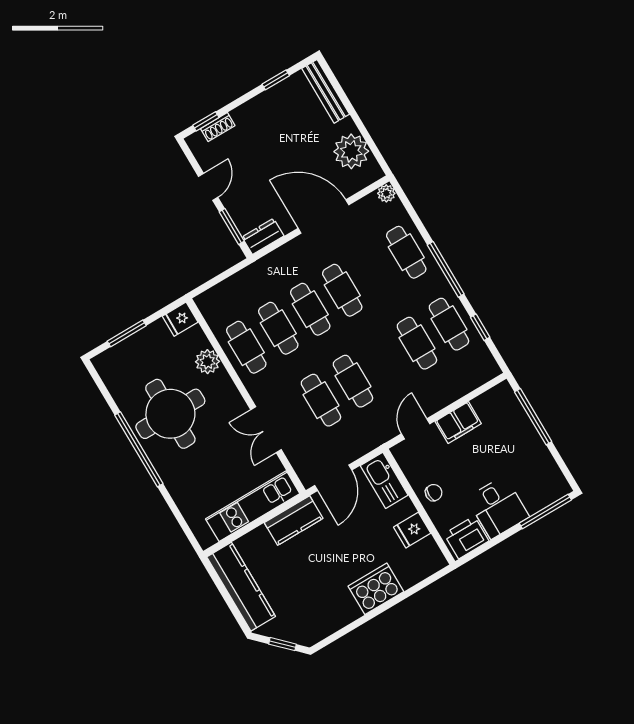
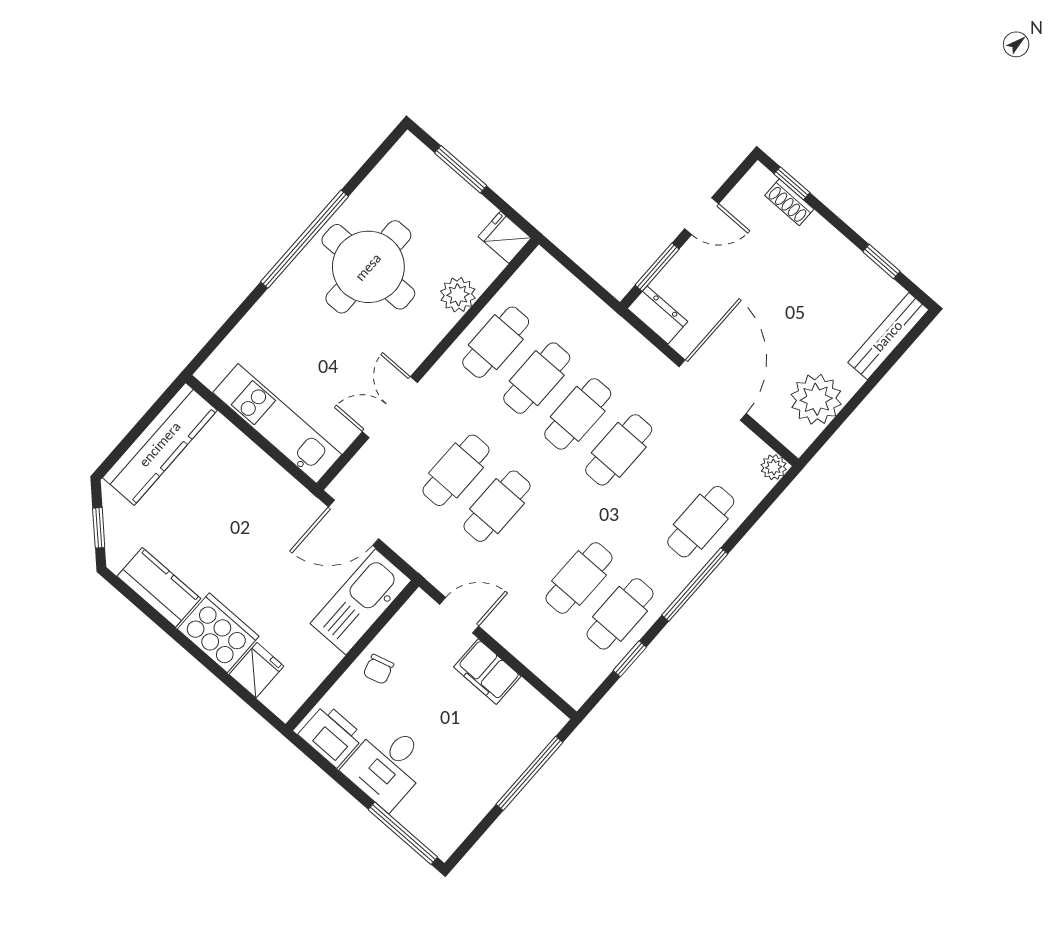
kitchen sink: (384, 480) -> (361, 602), width x1.36, depth x1.24
chair: (434, 493) -> (378, 669), turned 74
kitchen counter: (294, 521) -> (159, 587), moved, turned 180
fridge: (412, 530) -> (256, 670), moved, turned 90

